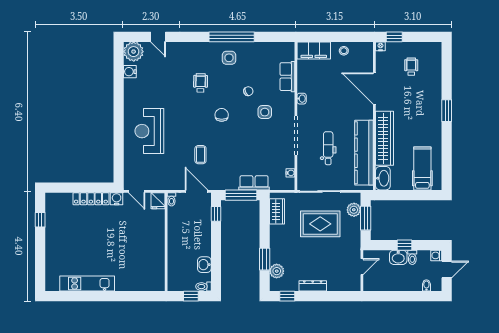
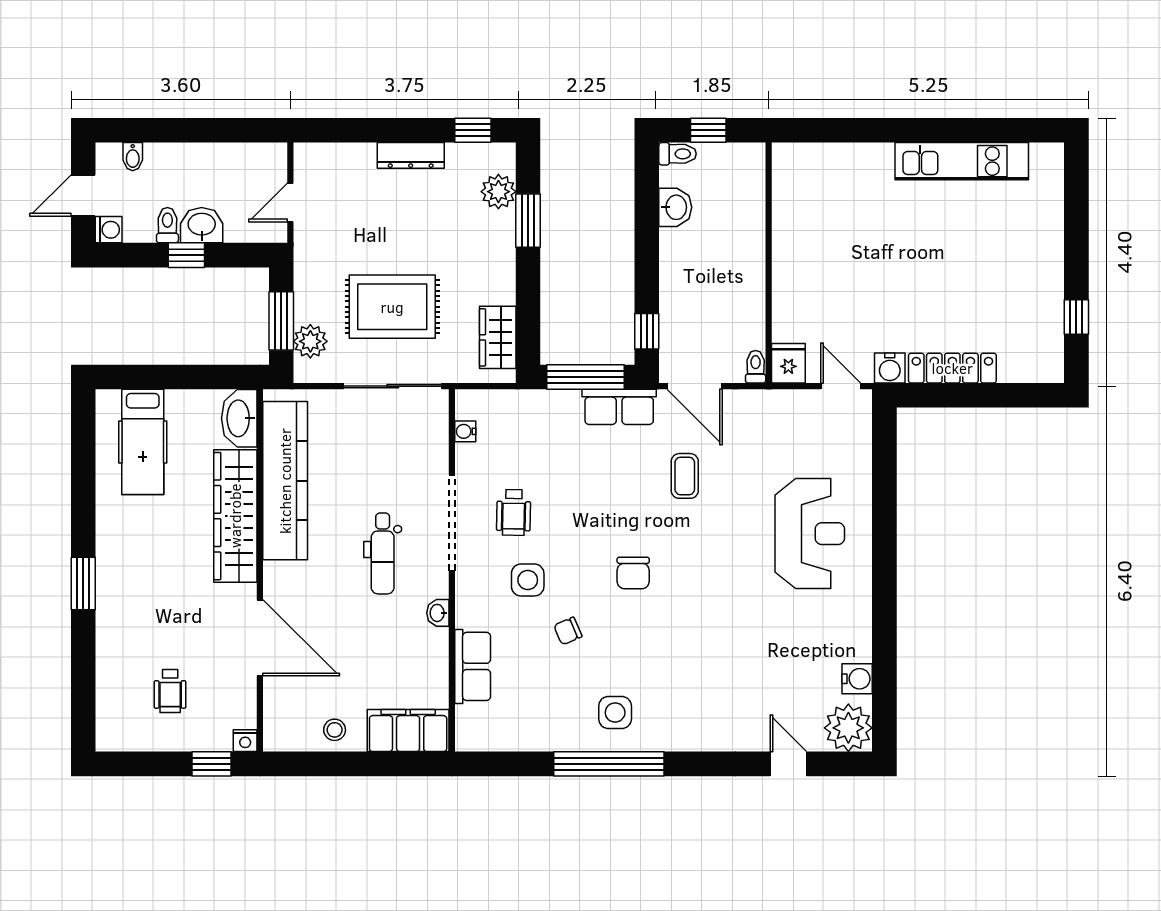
wheelchair: (201, 83) -> (514, 512), moved
dental chair: (328, 148) -> (383, 553), moved
row of seats: (254, 183) -> (619, 407), moved

